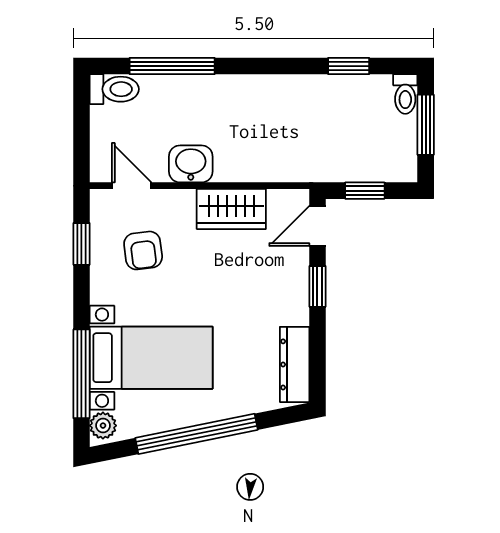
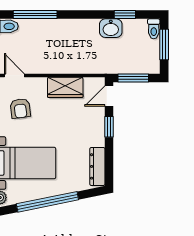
washbasin: (191, 164) -> (111, 28), moved, turned 180
window: (365, 191) -> (133, 78), width x1.50

